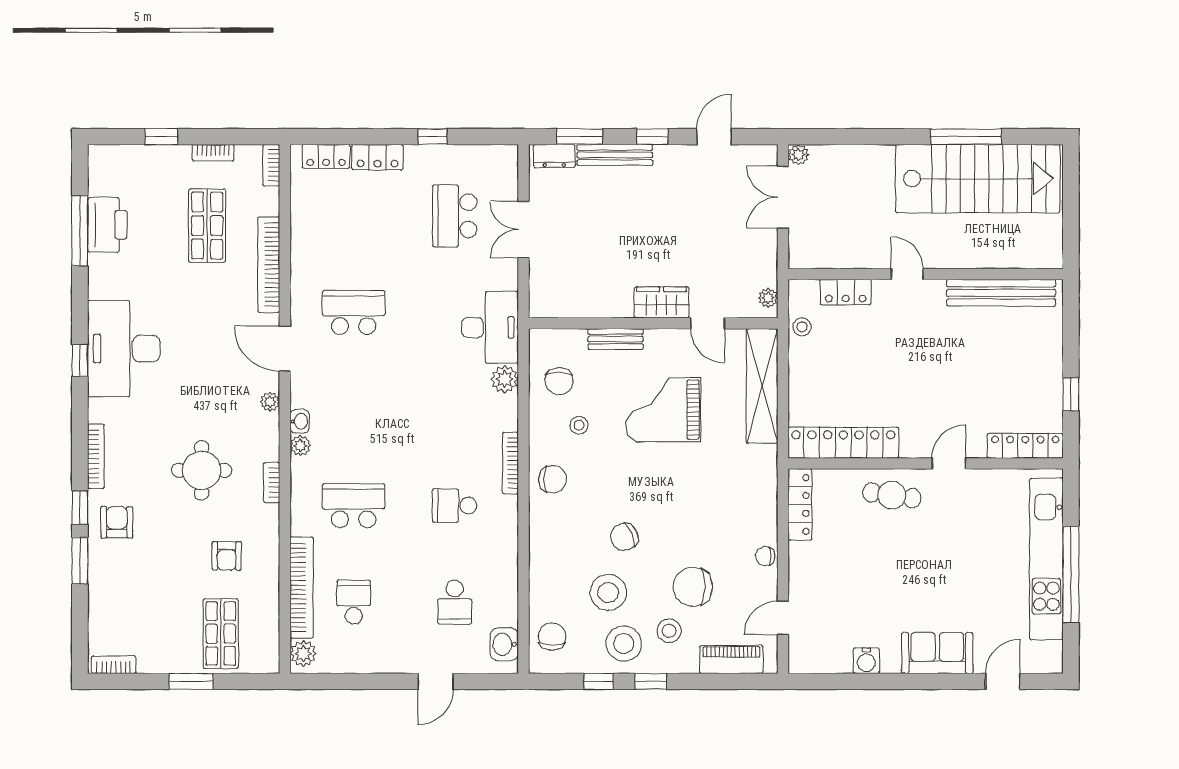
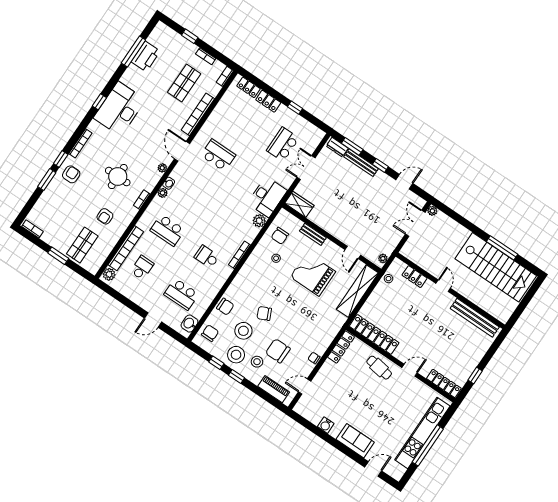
wardrobe: (662, 302) -> (299, 204), moved
chair: (552, 479) -> (225, 307), moved
school desk: (354, 506) -> (167, 230), turned 180
school desk: (455, 602) -> (181, 294), width x1.85

